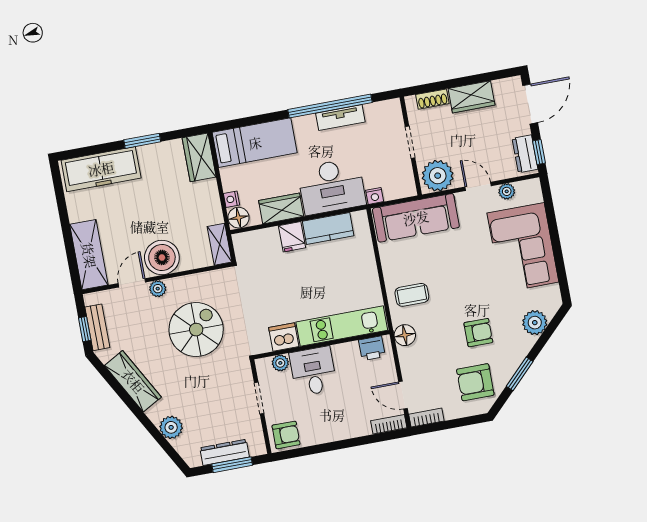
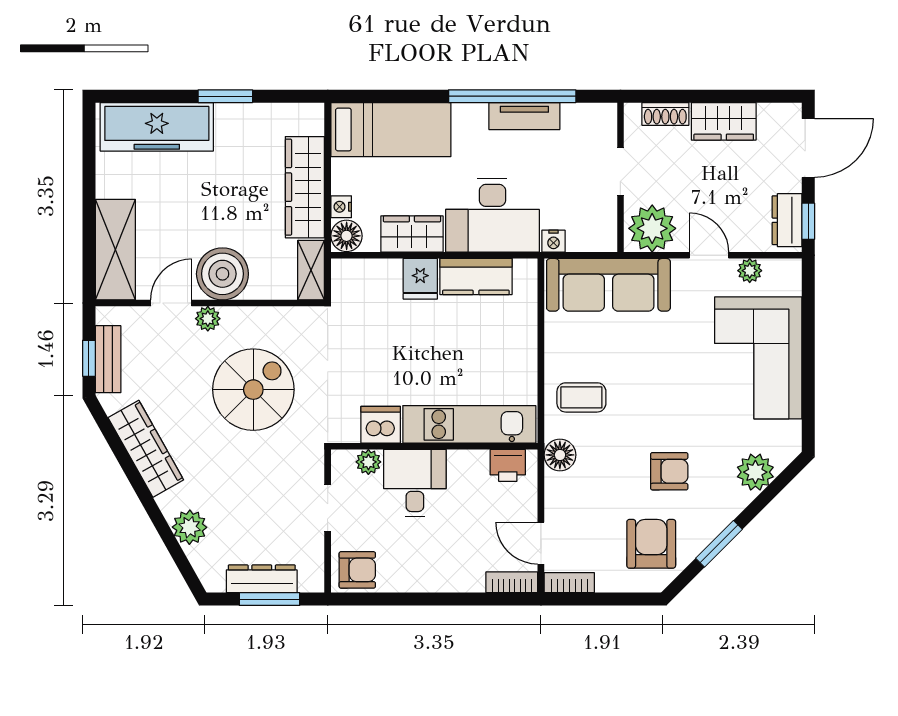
wardrobe: (199, 157) -> (305, 187), moved, width x1.50
armchair: (475, 382) -> (651, 544), turned 90

